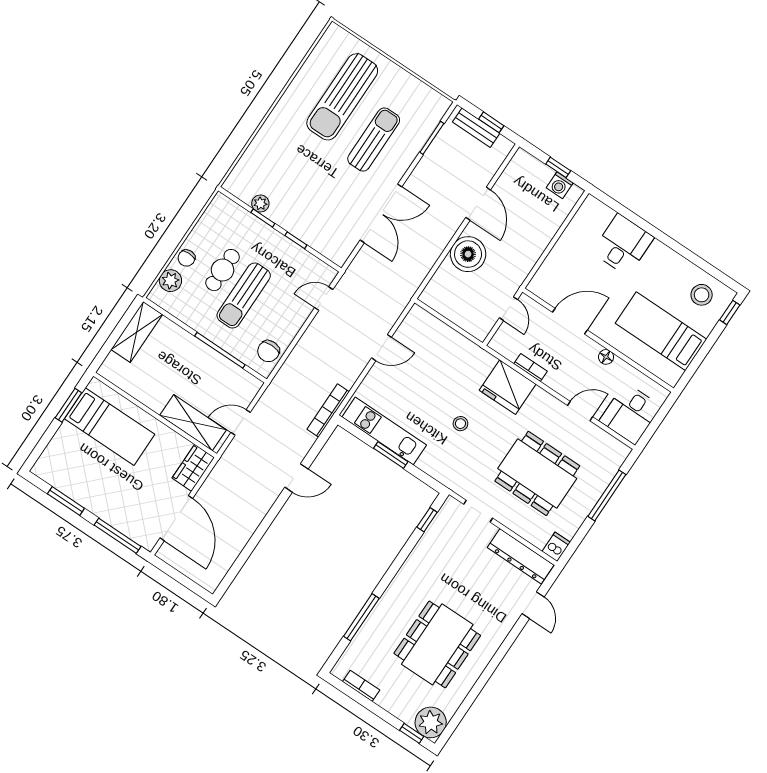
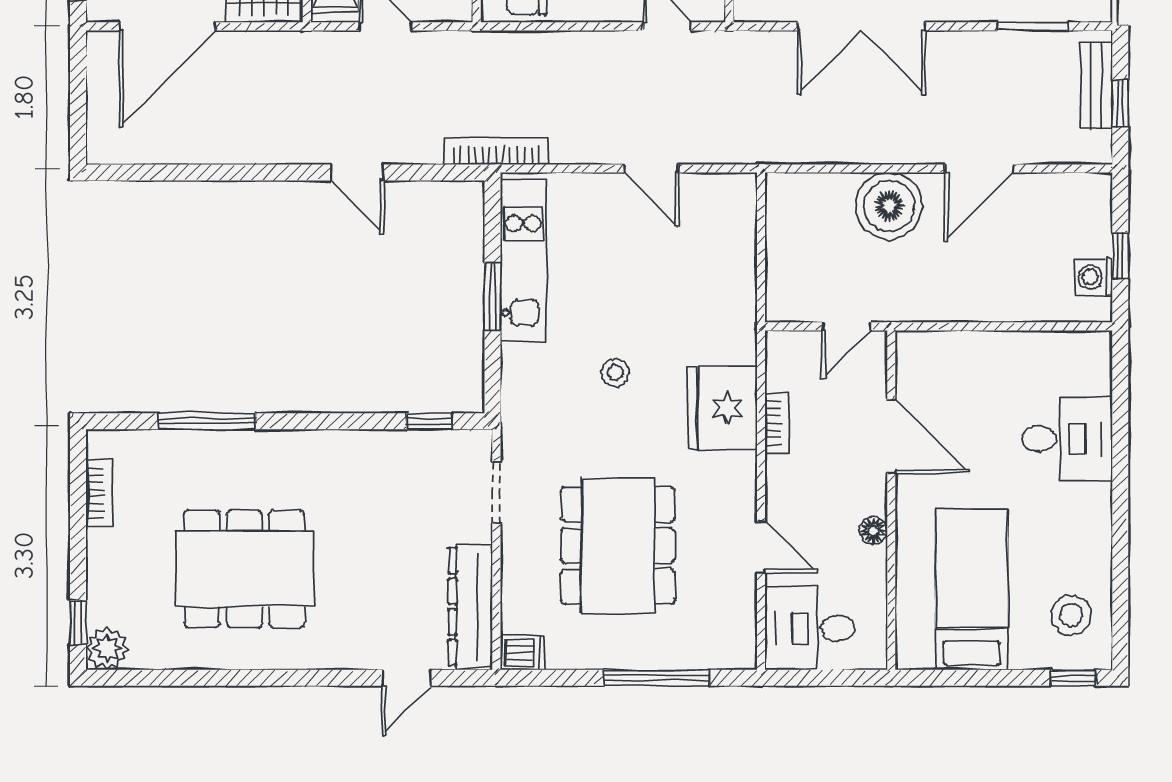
plant: (431, 722) -> (107, 648), width x0.73, depth x0.73

